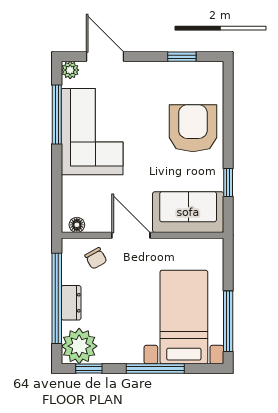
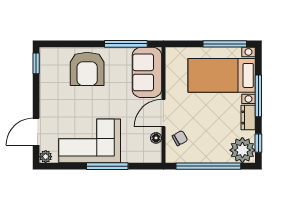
window: (182, 57) -> (36, 63), moved
window: (57, 115) -> (107, 166), moved
armchair: (193, 128) -> (87, 69), turned -90
window: (228, 182) -> (126, 44), width x2.17
floor lamp: (77, 225) -> (156, 138), moved
dresser: (71, 303) -> (248, 117), moved, turned -90

